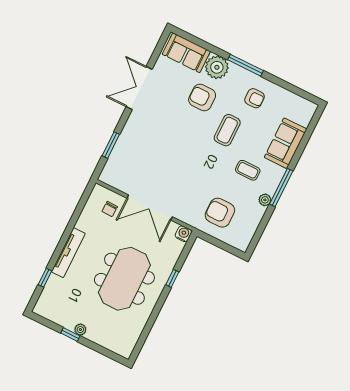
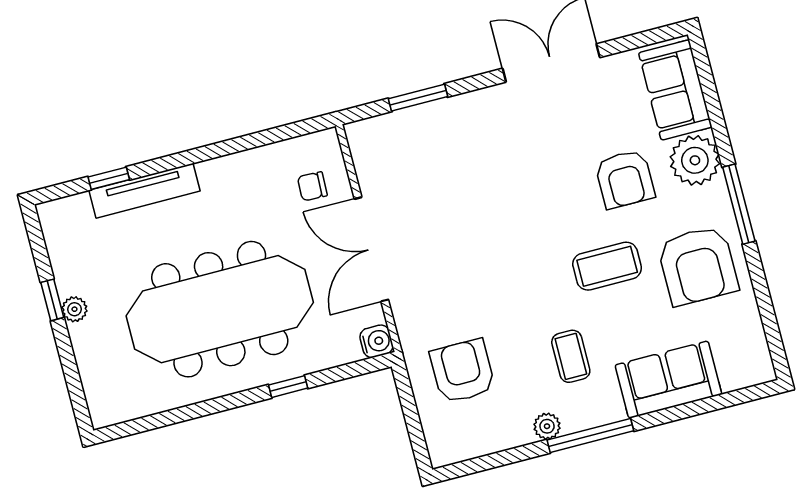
armchair: (202, 98) -> (625, 179), turned 180
armchair: (255, 98) -> (698, 266), width x1.88, depth x1.88
tv unit: (68, 253) -> (144, 191), moved
meeting table: (124, 279) -> (220, 309), width x1.36

